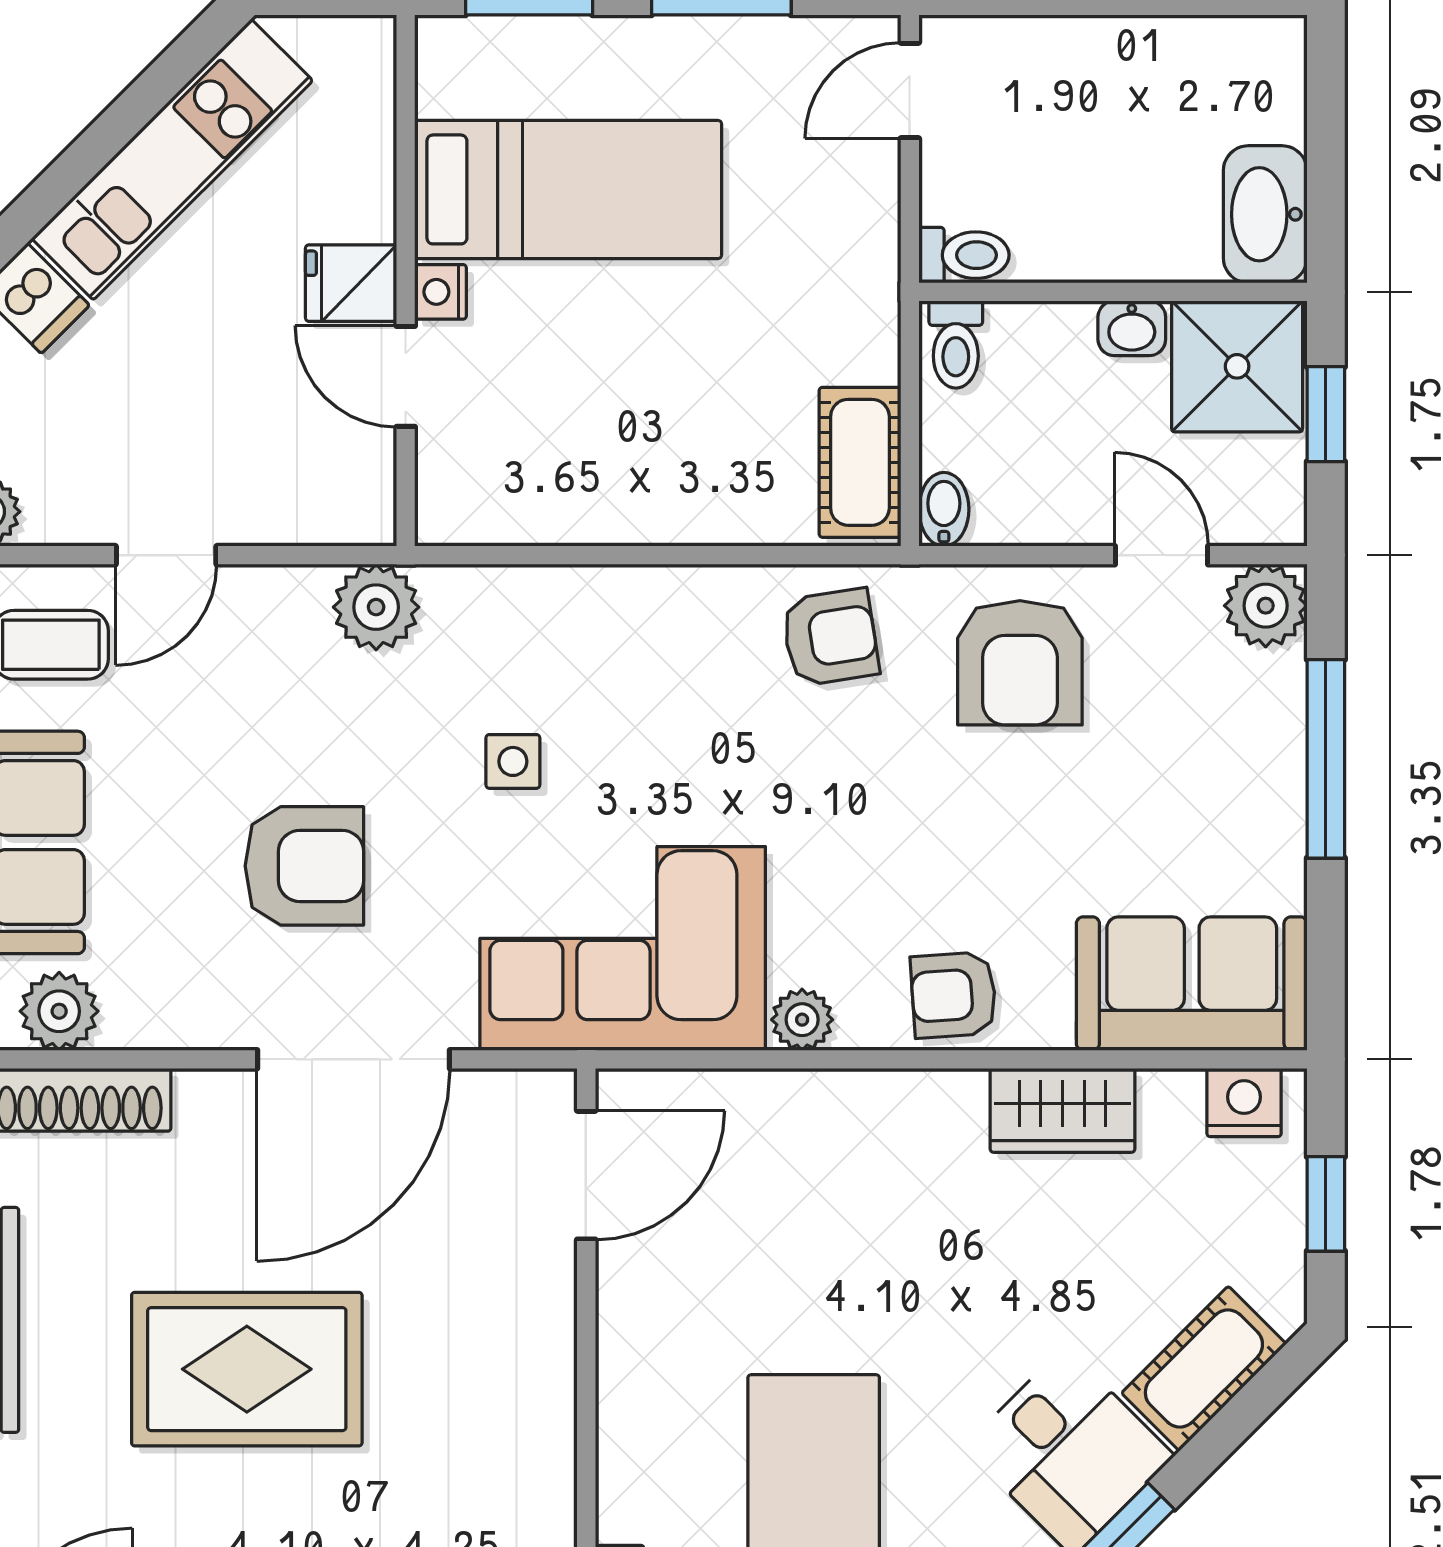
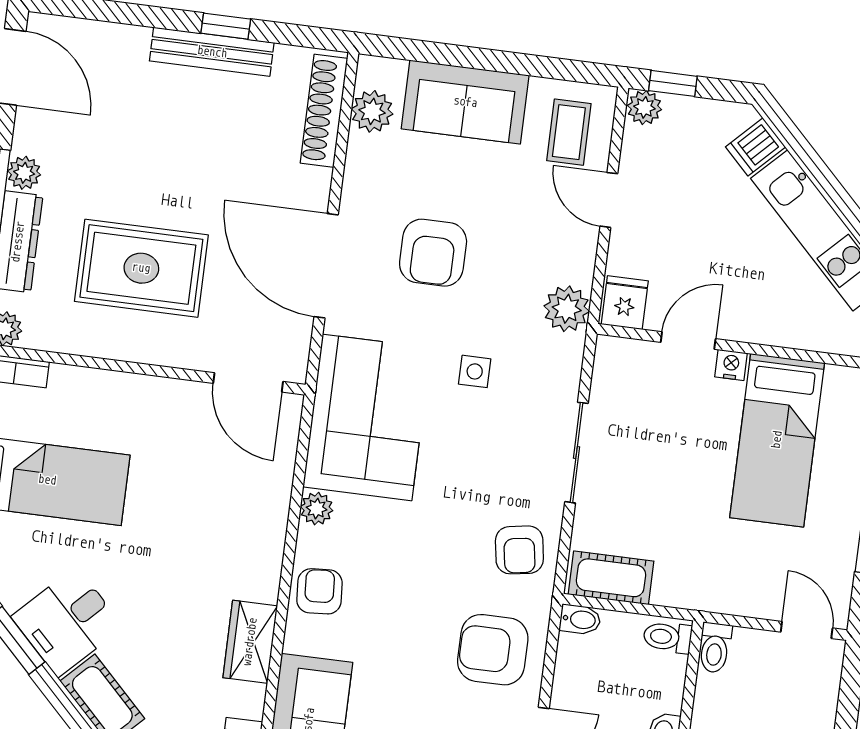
fridge: (351, 283) -> (625, 303), moved
sliding door: (638, 555) -> (577, 453), added
rug: (247, 1369) -> (141, 268), moved, turned 90

